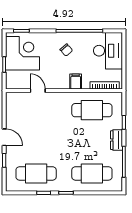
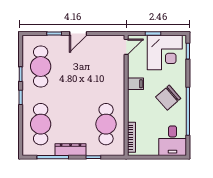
chair: (66, 50) -> (168, 98), width x1.87, depth x1.87
desk: (108, 51) -> (173, 141), width x0.73
filing cabinet: (76, 82) -> (136, 84), moved
door: (38, 91) -> (126, 47), moved
dresser: (117, 140) -> (71, 150), width x1.44

